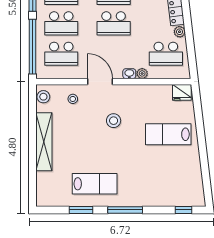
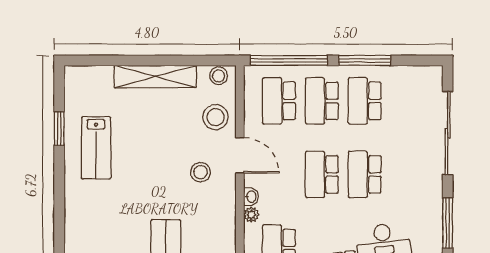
door: (100, 82) -> (240, 155), hinge flipped
stool: (73, 99) -> (215, 117), width x1.89, depth x1.89
stool: (114, 121) -> (201, 172), moved
window: (125, 210) -> (59, 191), removed

